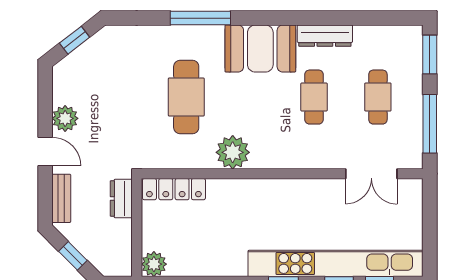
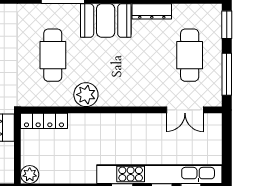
cafe table: (314, 97) -> (144, 55), removed
cafe table: (378, 97) -> (190, 55), width x1.37, depth x1.35

